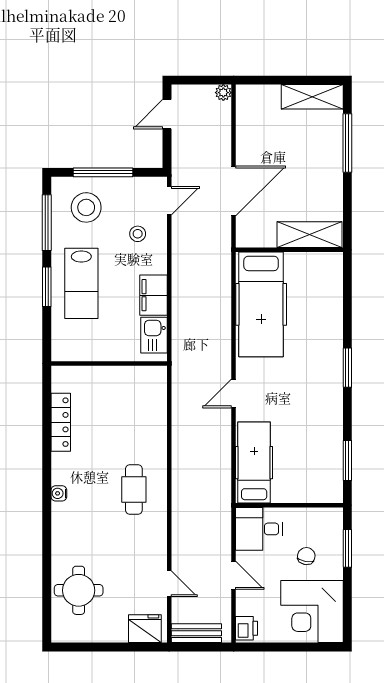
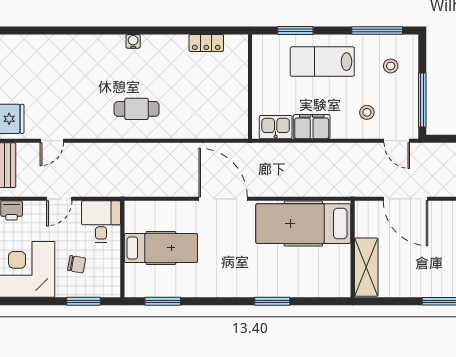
window: (103, 172) -> (422, 100), moved
stool: (86, 207) -> (391, 66), width x0.53, depth x0.53
window: (47, 287) -> (295, 30), moved
window: (347, 368) -> (272, 301), moved
door: (234, 393) -> (223, 199), width x1.88
locker: (61, 422) -> (206, 43), width x0.66
hospital bed: (254, 463) -> (161, 248), moved
round table: (79, 590) -> (46, 59), removed

